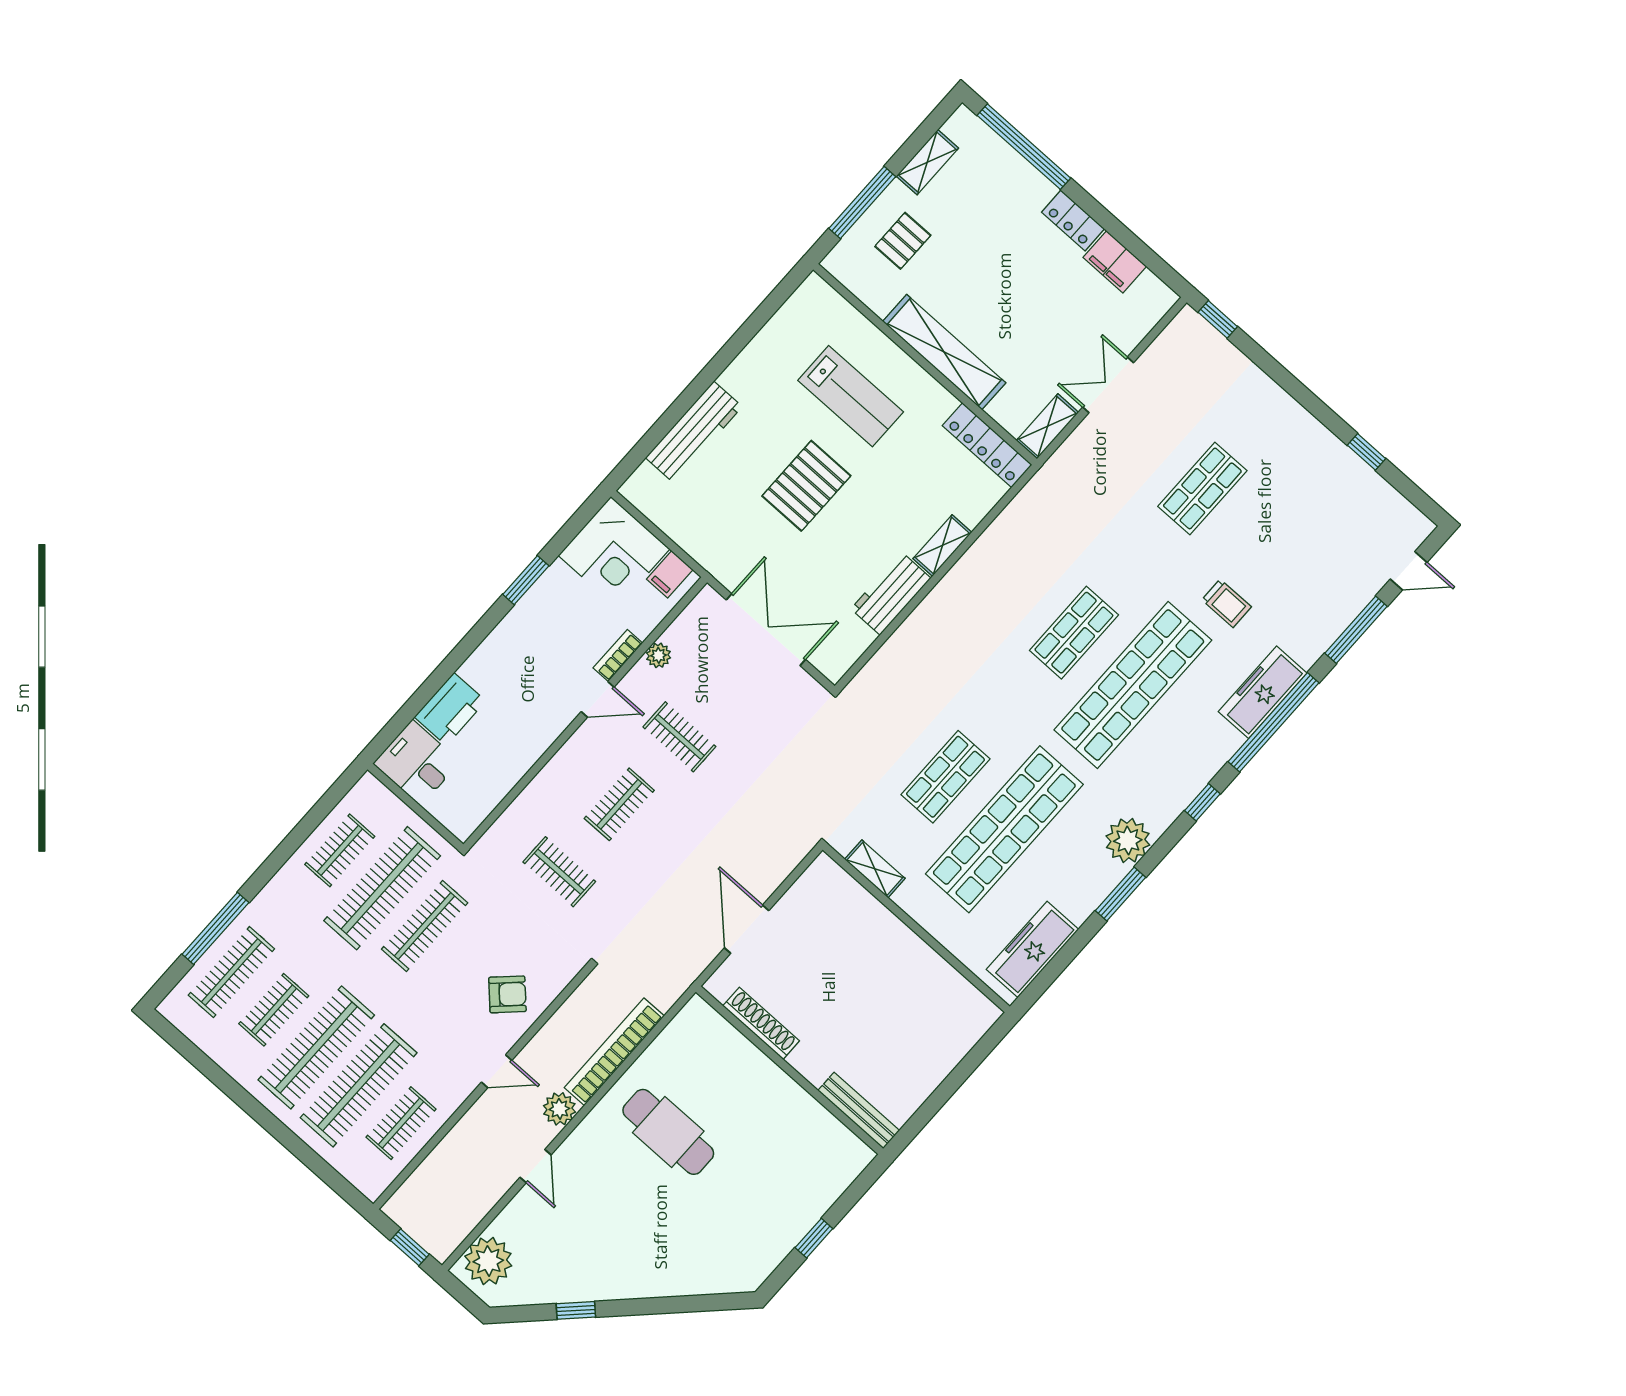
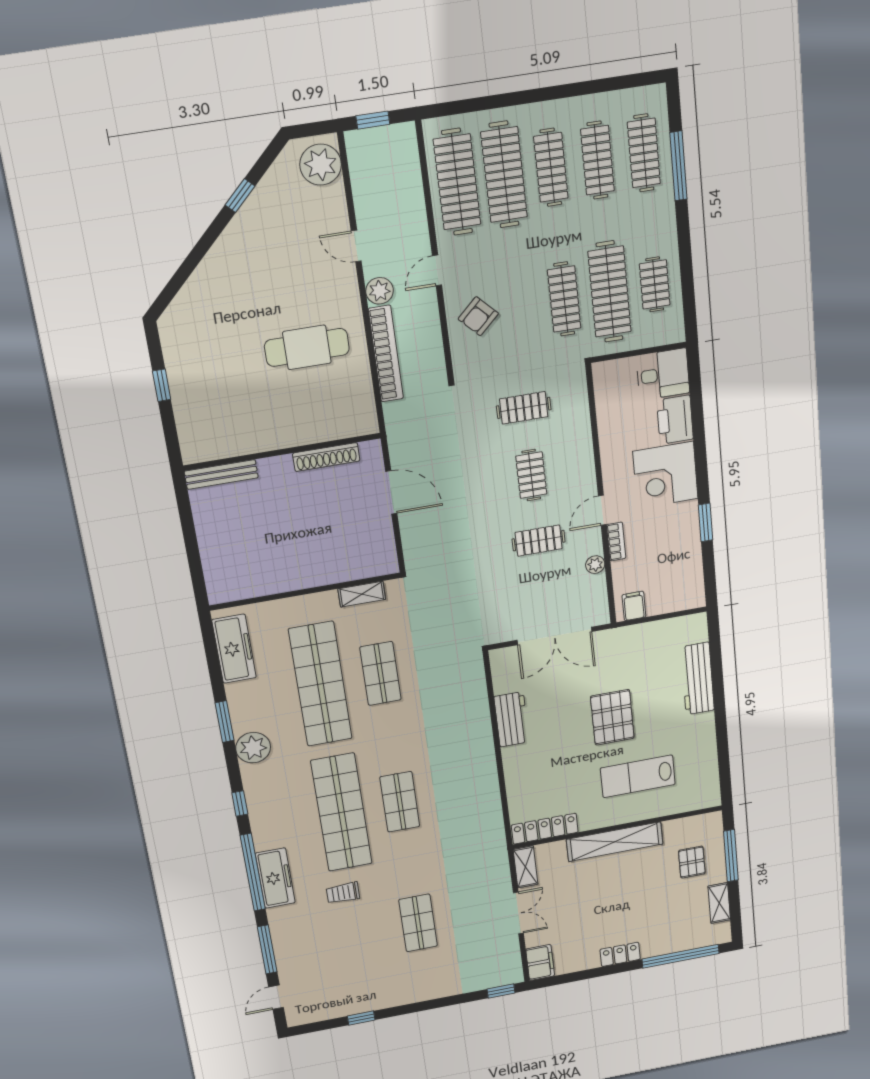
filing cabinet: (1115, 262) -> (540, 963), moved, turned 90
shelving: (942, 545) -> (512, 766), removed
corner desk: (614, 552) -> (665, 475), moved, turned -90
clothes rail: (274, 1010) -> (597, 160), width x1.36
clothes rail: (316, 1048) -> (551, 167), width x0.73, depth x0.76
clothes rail: (401, 1123) -> (457, 182), width x1.86, depth x1.31

